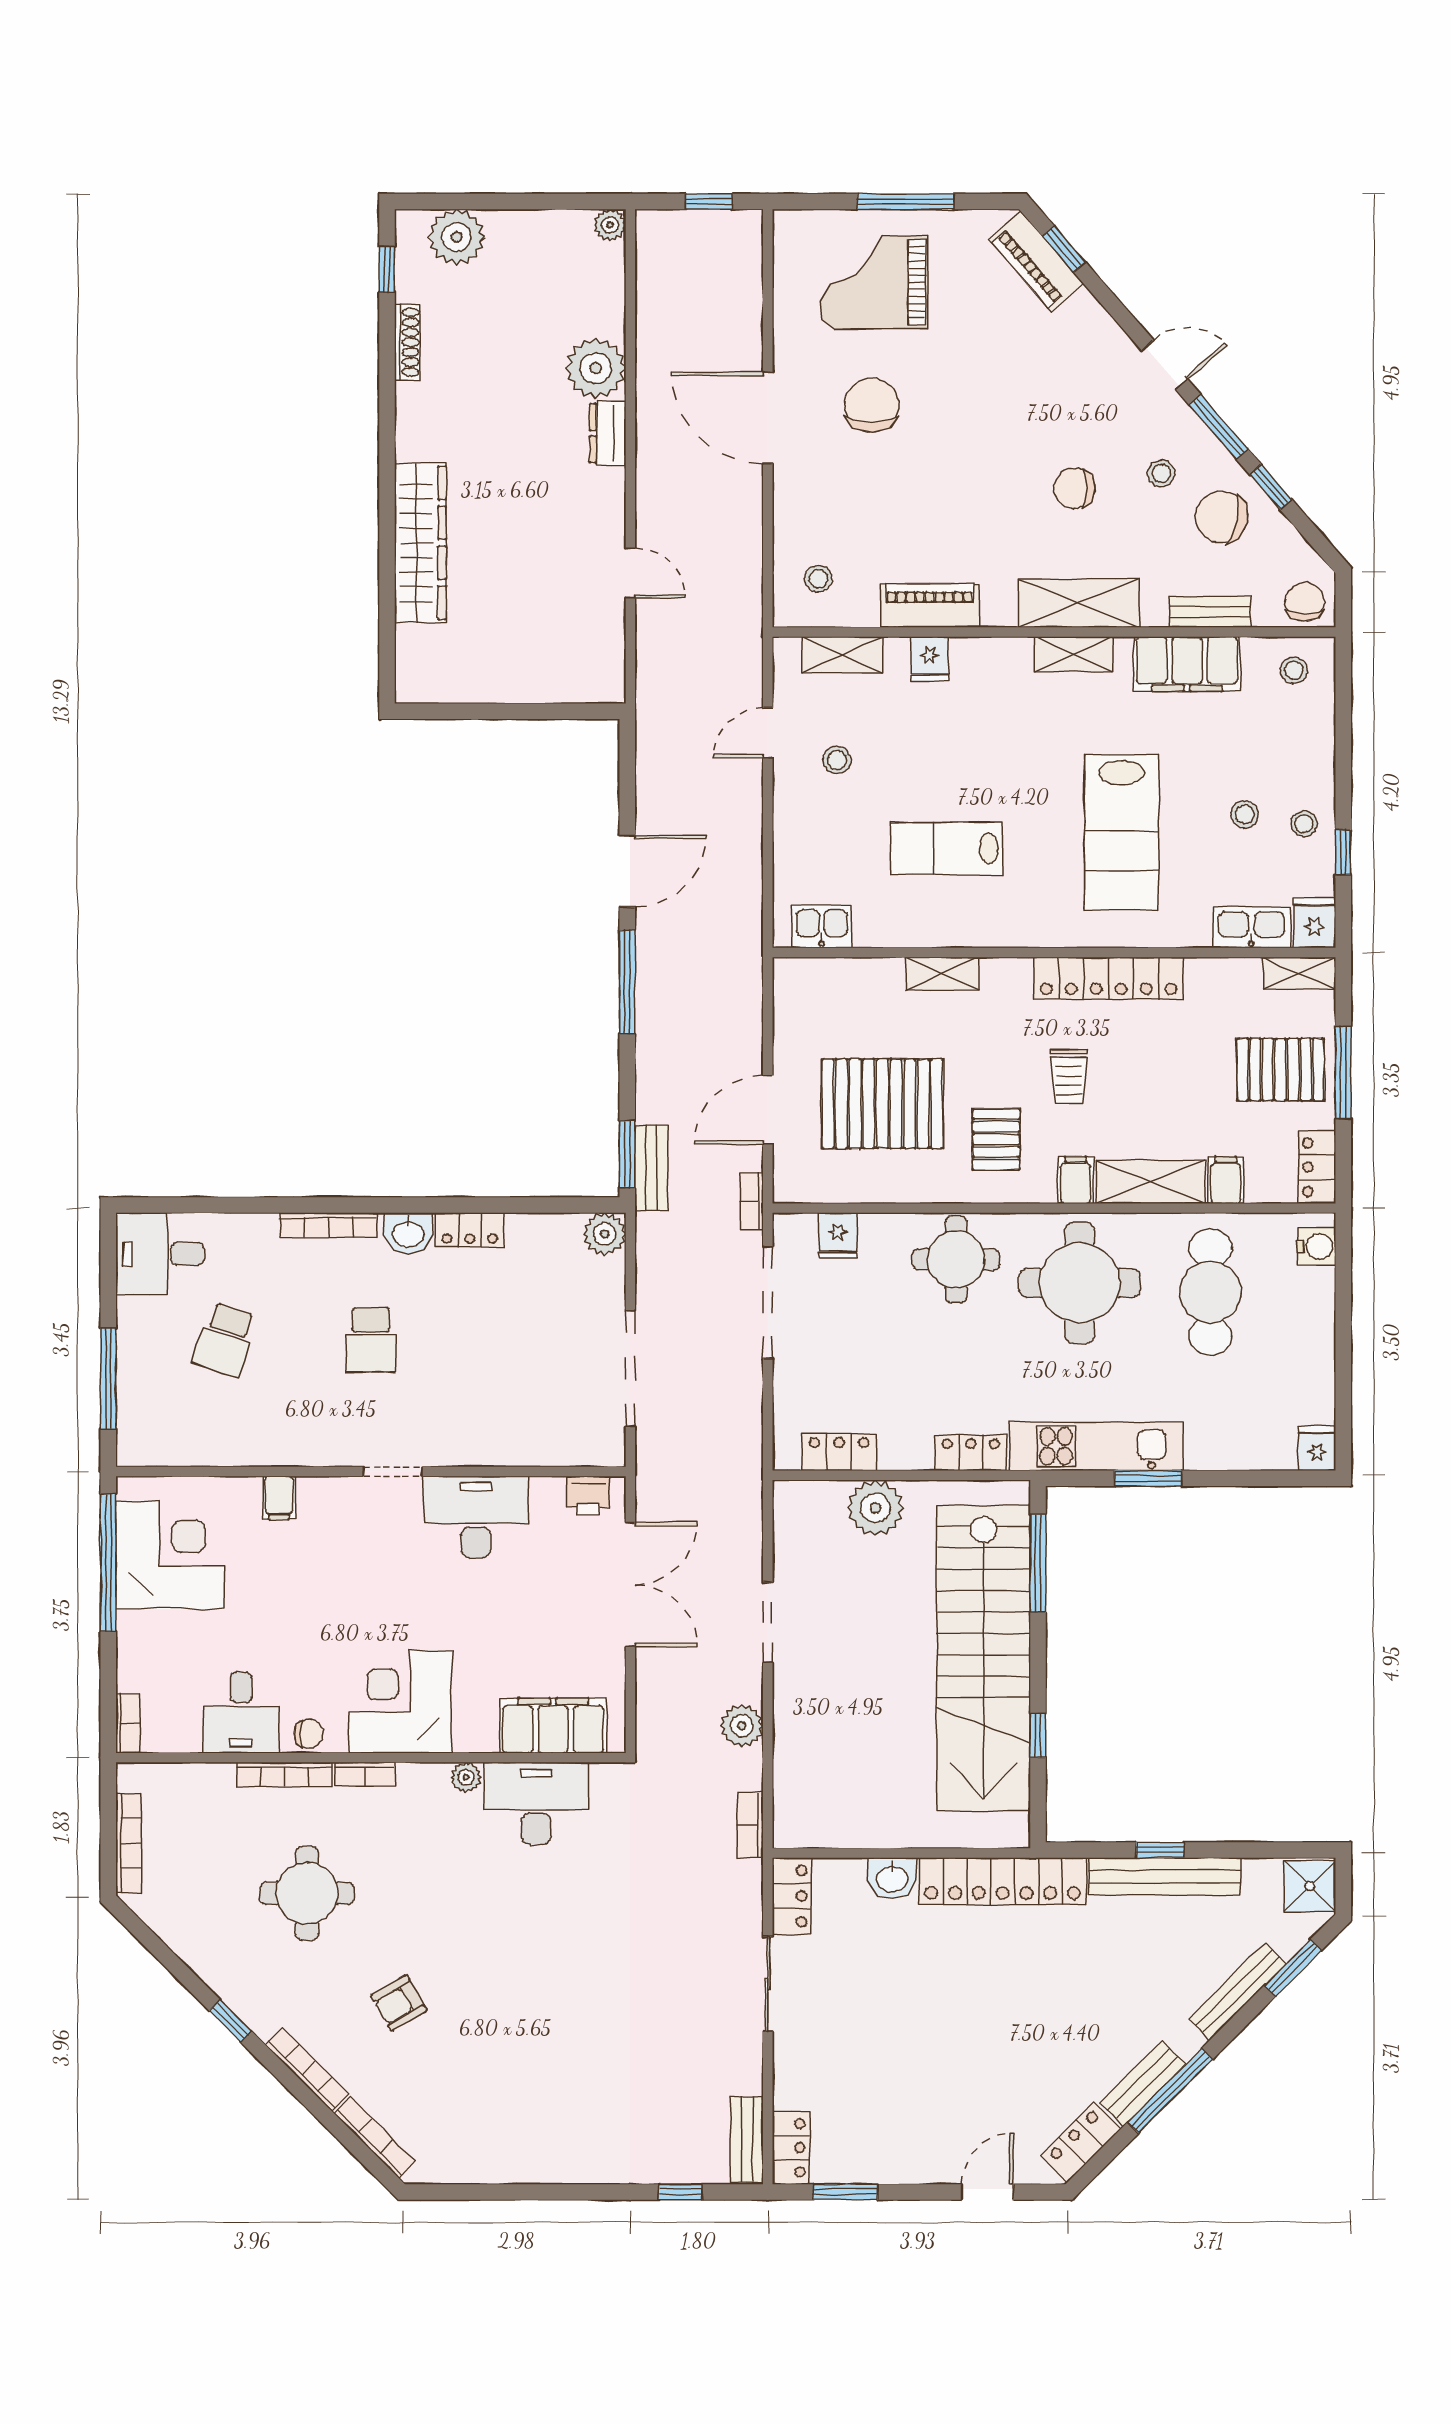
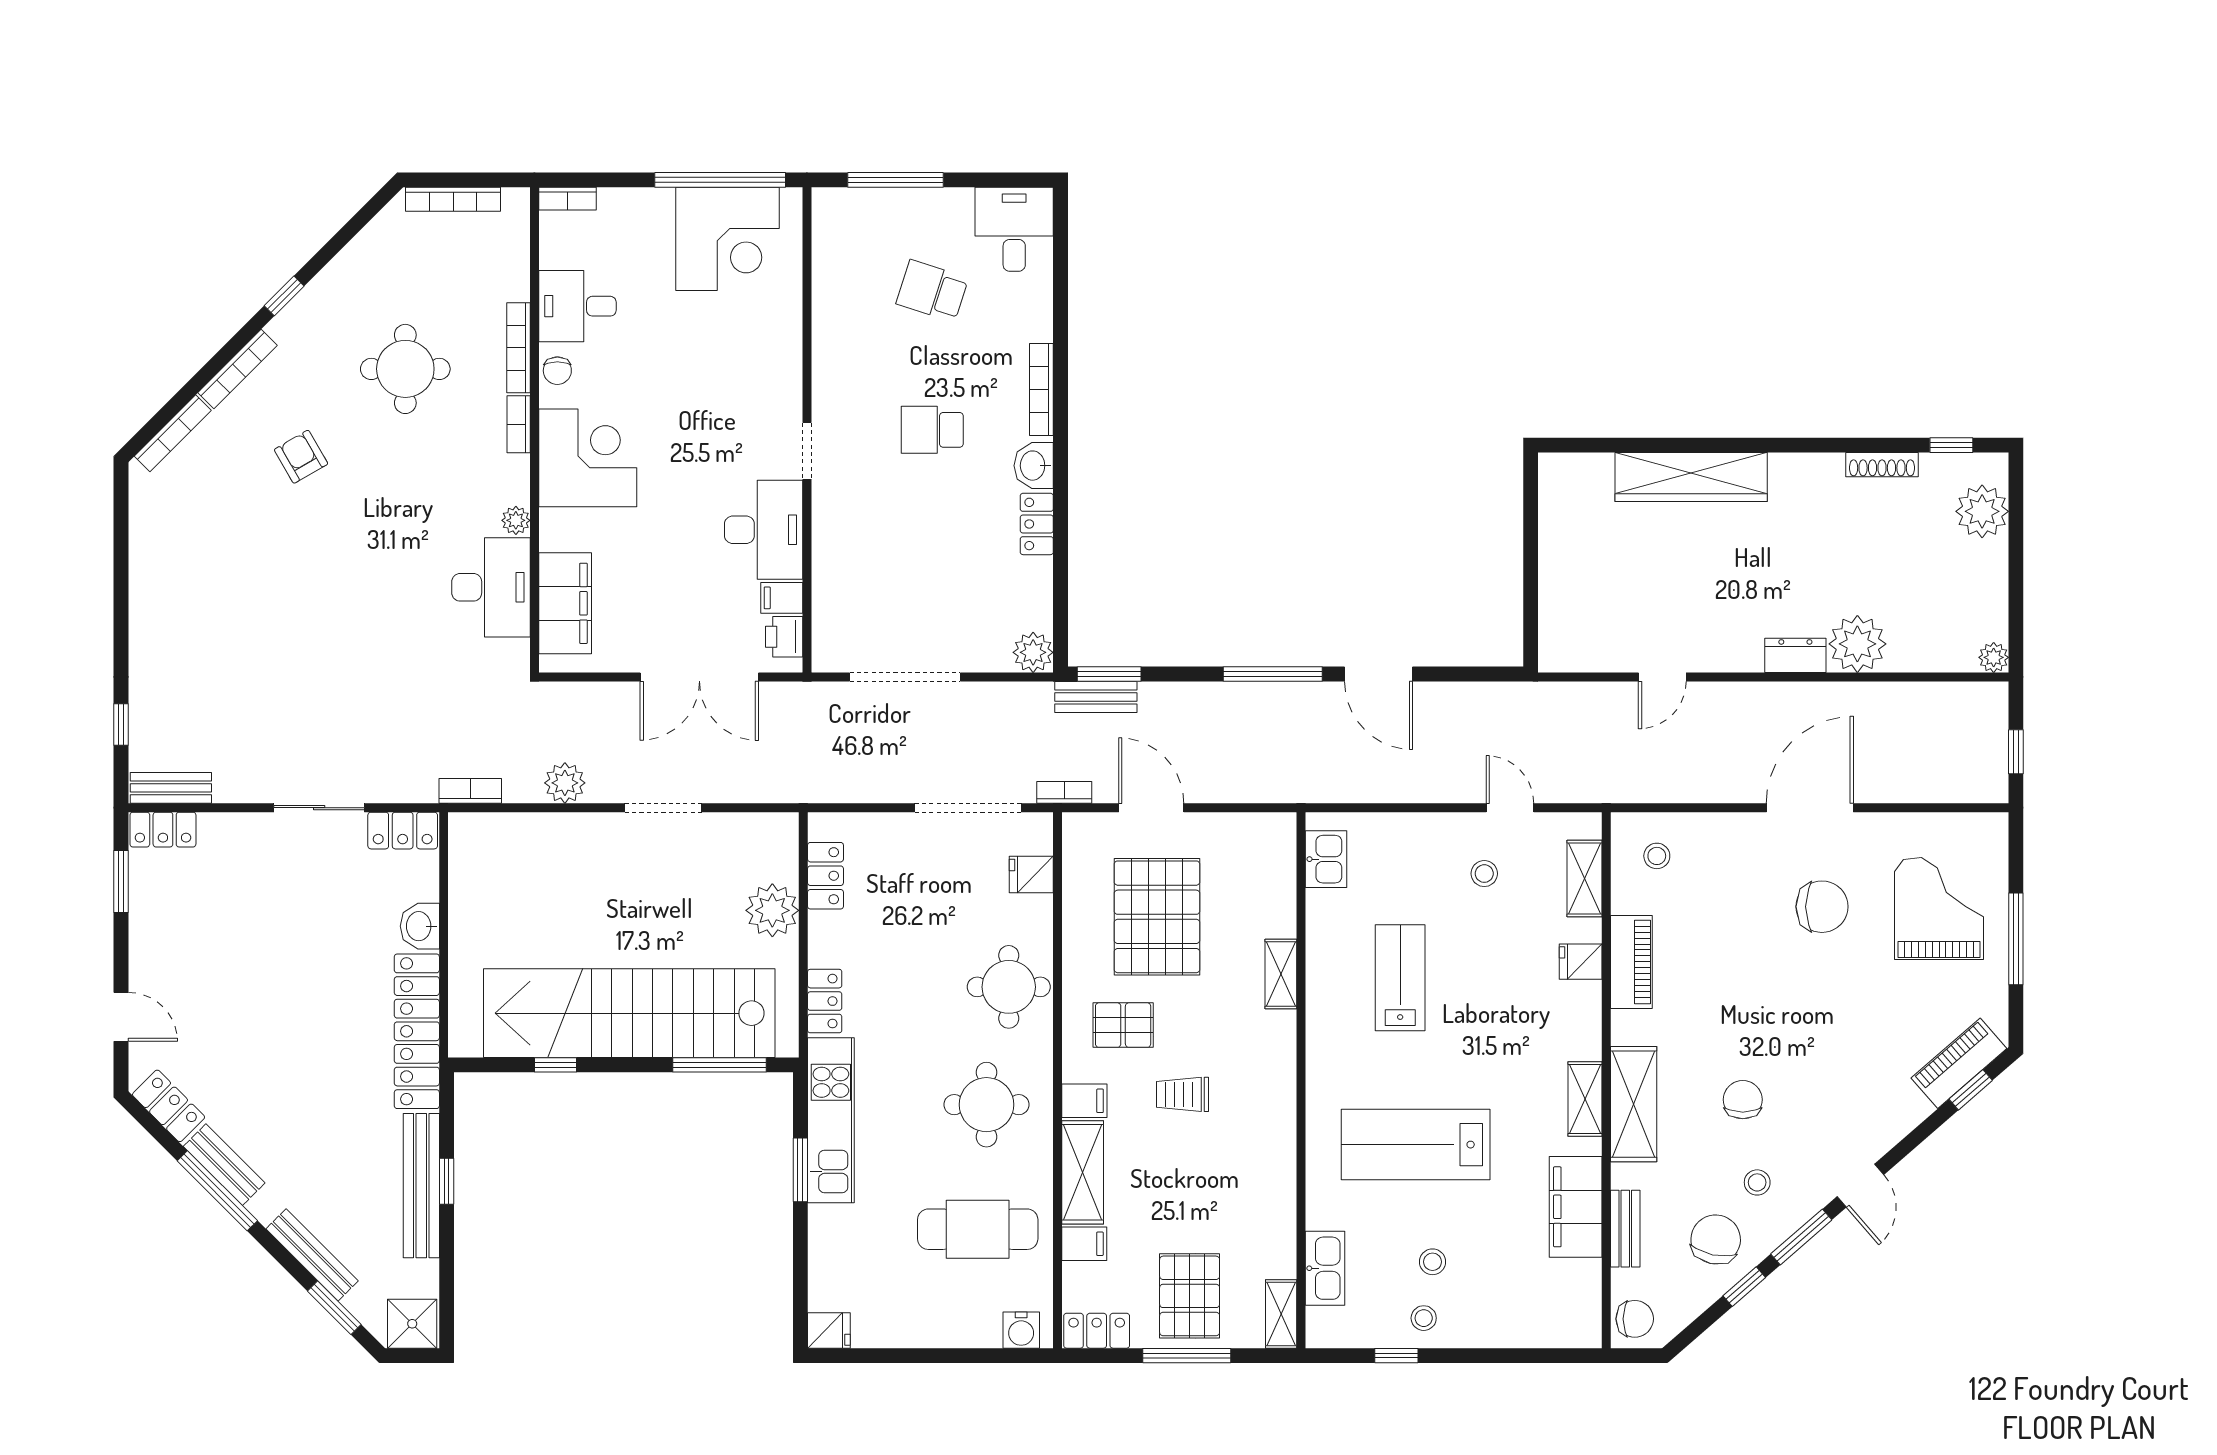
stool: (1294, 670) -> (1570, 1308), removed
fridge: (1315, 923) -> (1329, 1328), removed
locker: (1109, 978) -> (1276, 1132), removed
round table: (1080, 1283) -> (986, 1105), width x0.73, depth x0.73
filing cabinet: (279, 1498) -> (782, 598), moved

